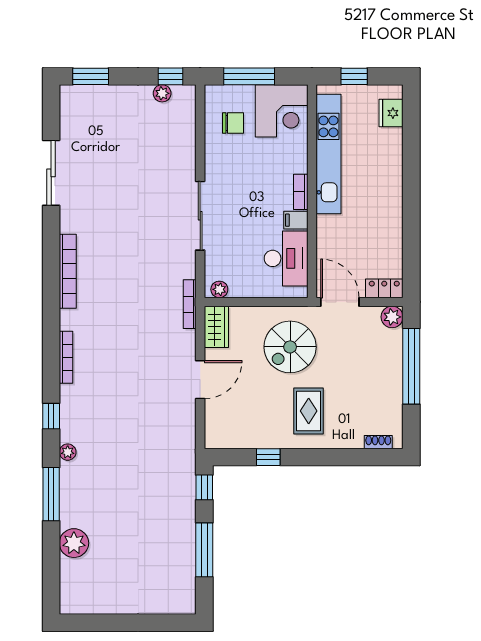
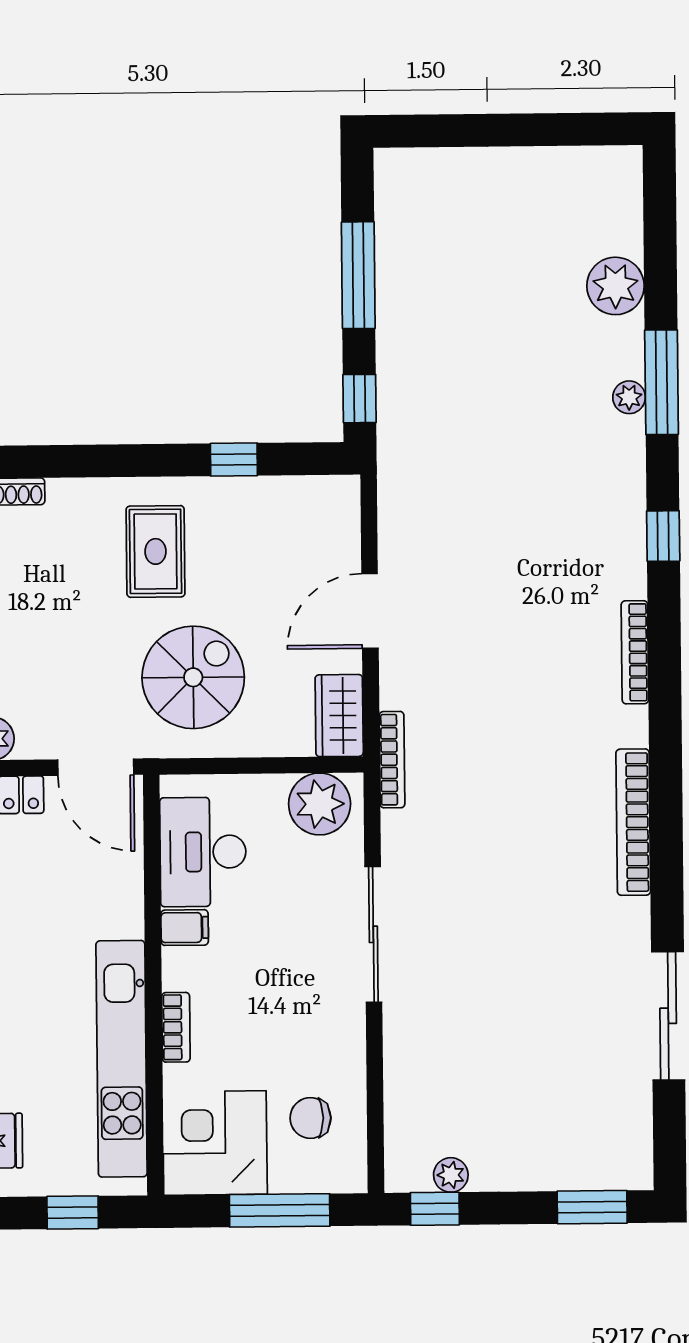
bookcase: (301, 192) -> (176, 1027), moved
plant: (219, 289) -> (320, 804), width x1.88, depth x1.88
plant: (68, 452) -> (629, 397), moved

